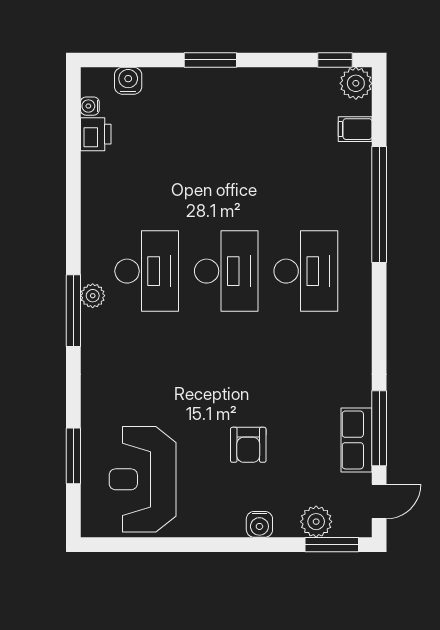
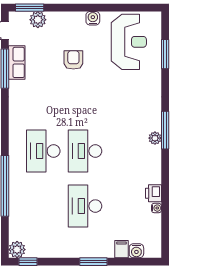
water cooler: (90, 106) -> (156, 208), moved
filing cabinet: (355, 129) -> (121, 249), moved, turned -90
printer: (96, 134) -> (153, 193), moved
desk: (147, 271) -> (85, 206), moved
water cooler: (259, 524) -> (93, 18), moved

